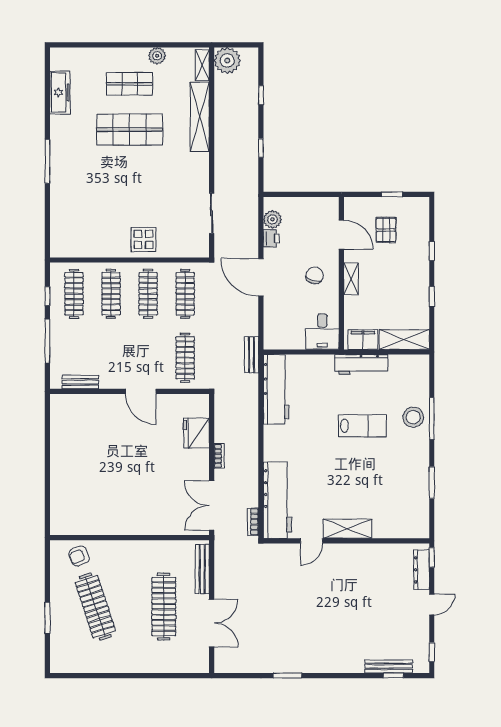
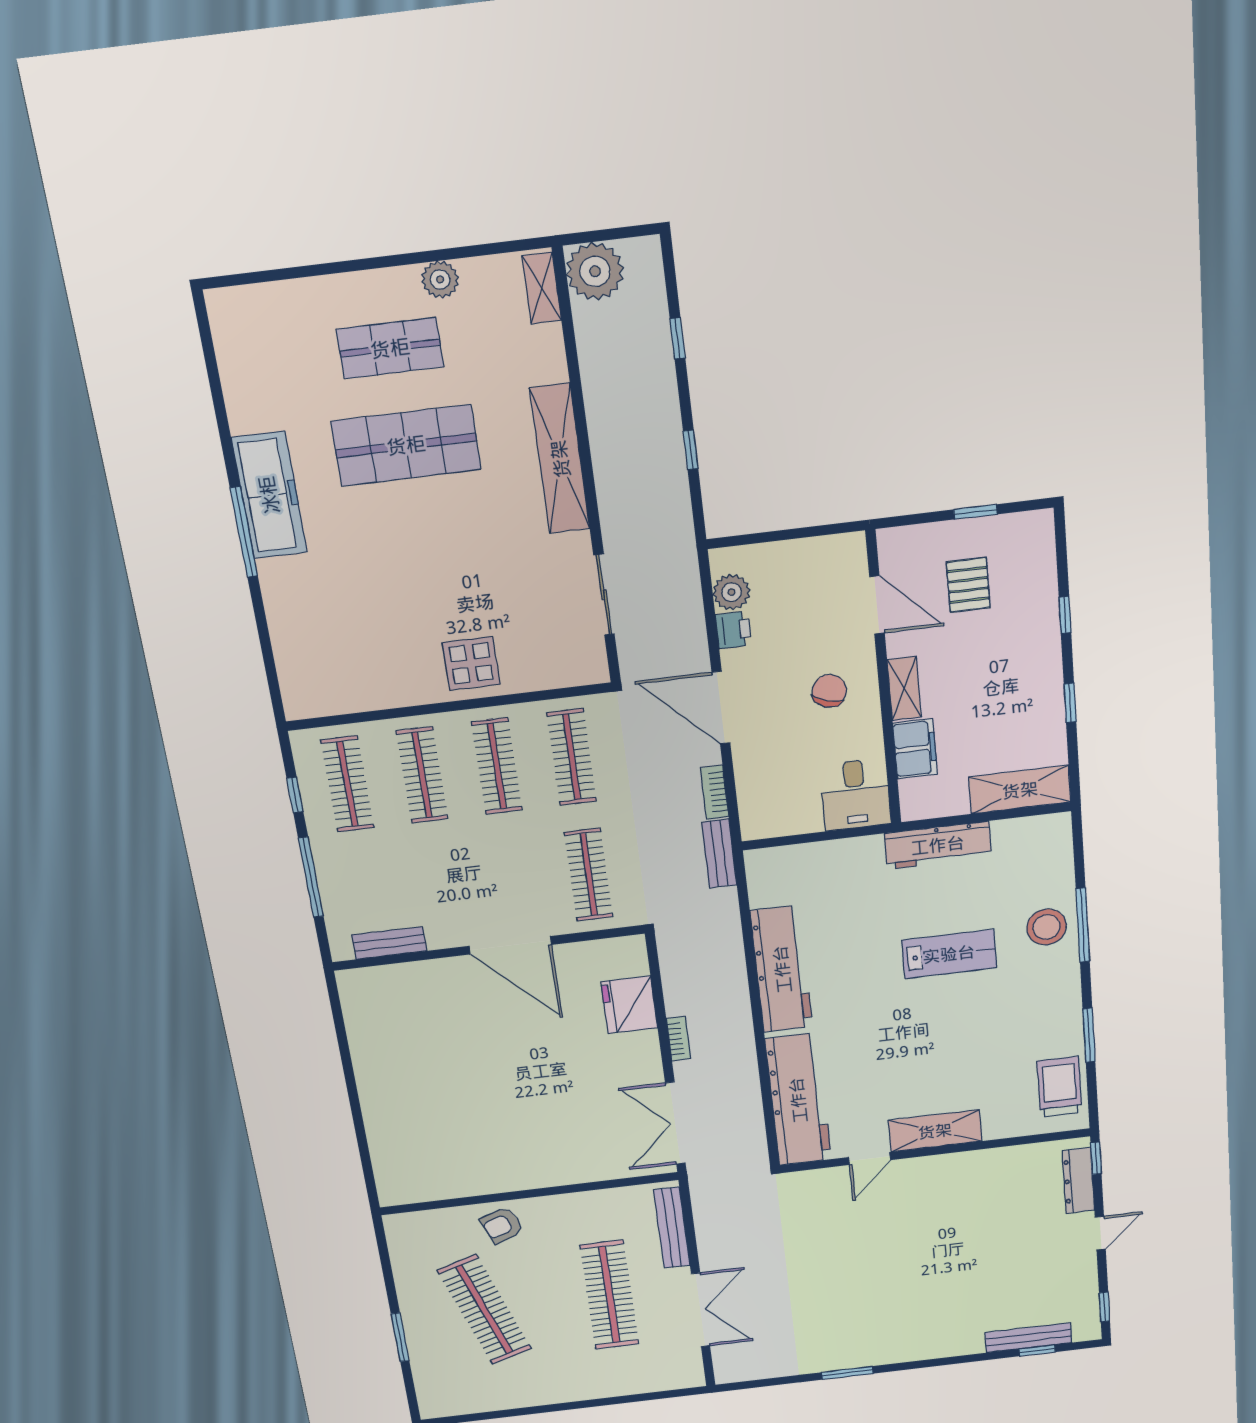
freezer: (60, 92) -> (269, 495), moved, width x1.36, depth x1.26
shelving: (200, 117) -> (560, 459), moved
filing cabinet: (363, 340) -> (915, 749), moved, turned 90
workbench: (276, 389) -> (782, 969), moved
door: (141, 391) -> (510, 945), width x1.36
trolley: (415, 511) -> (1059, 1087), added
bookcase: (253, 522) -> (715, 792), moved
armchair: (79, 556) -> (502, 1225), moved

